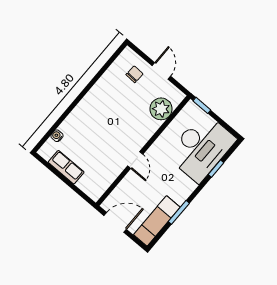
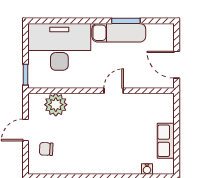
window: (216, 169) -> (66, 21), removed
exam couch: (157, 221) -> (119, 33), moved

